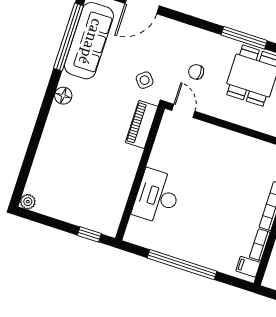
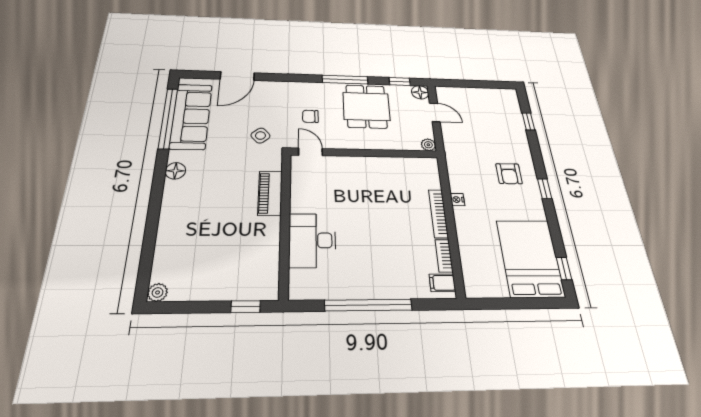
piano: (142, 124) -> (270, 193), moved

